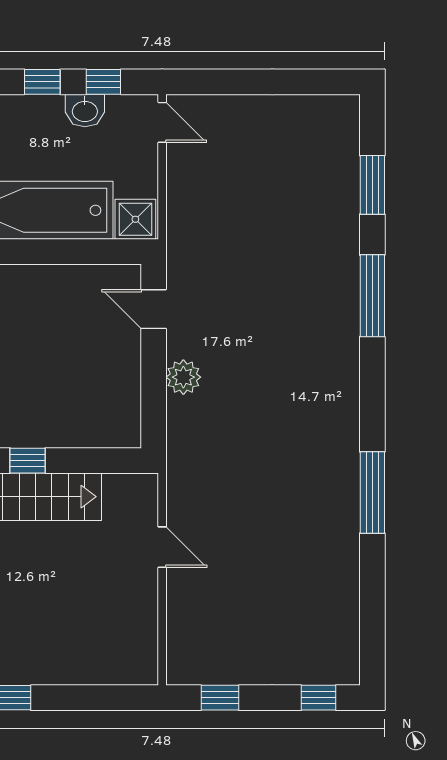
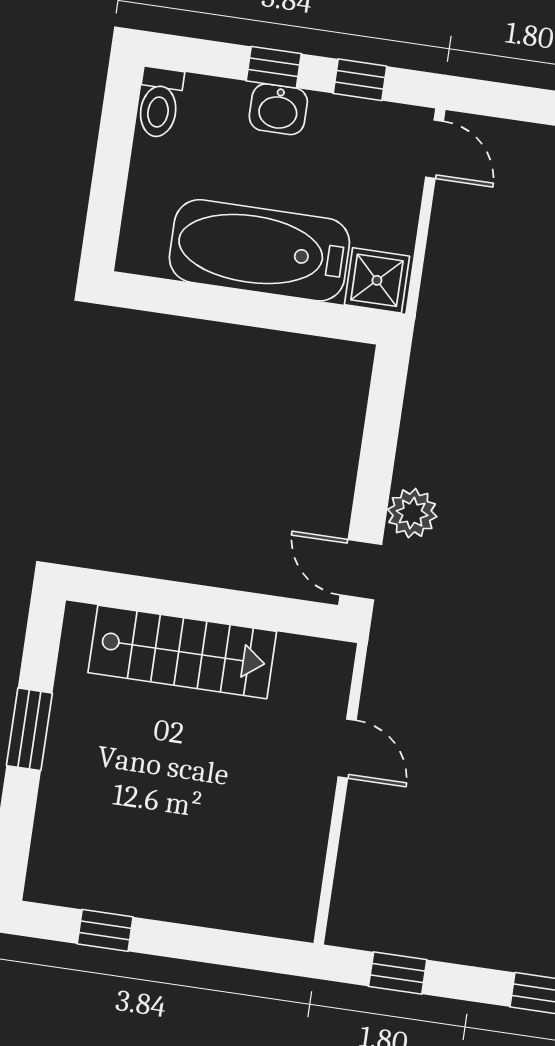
washbasin: (85, 110) -> (278, 109), moved
door: (154, 309) -> (361, 570), moved
window: (28, 461) -> (175, 599), removed

